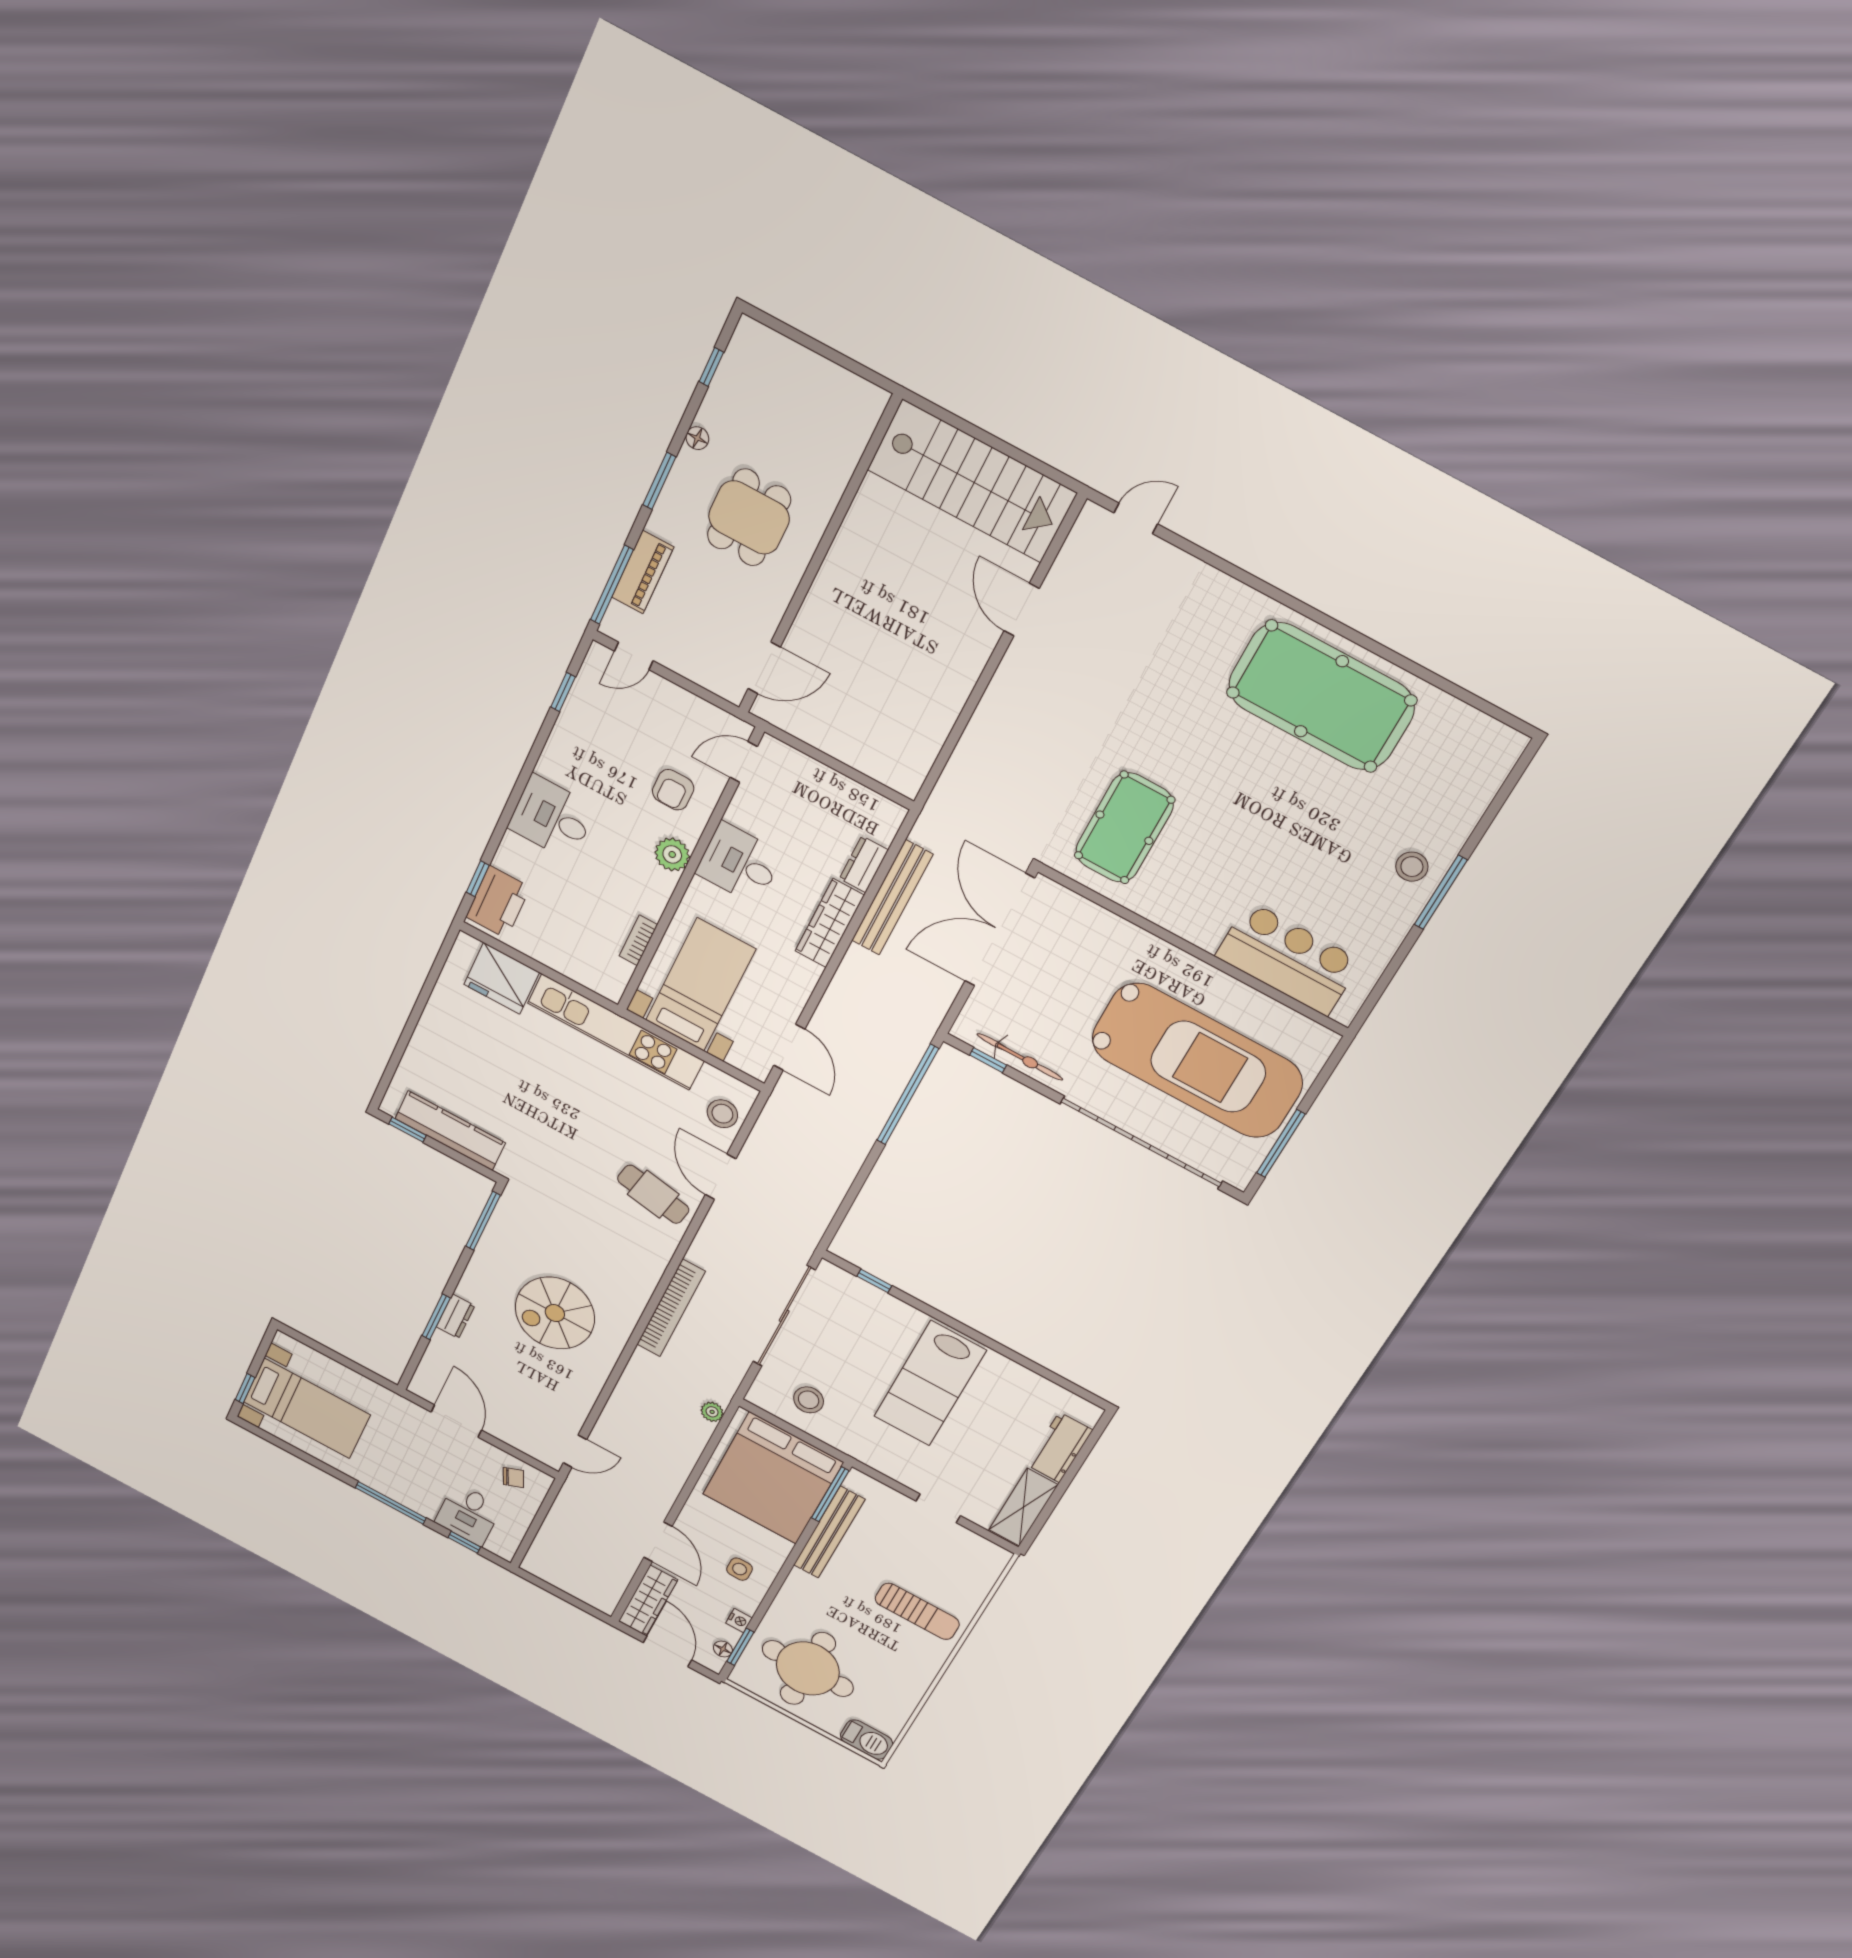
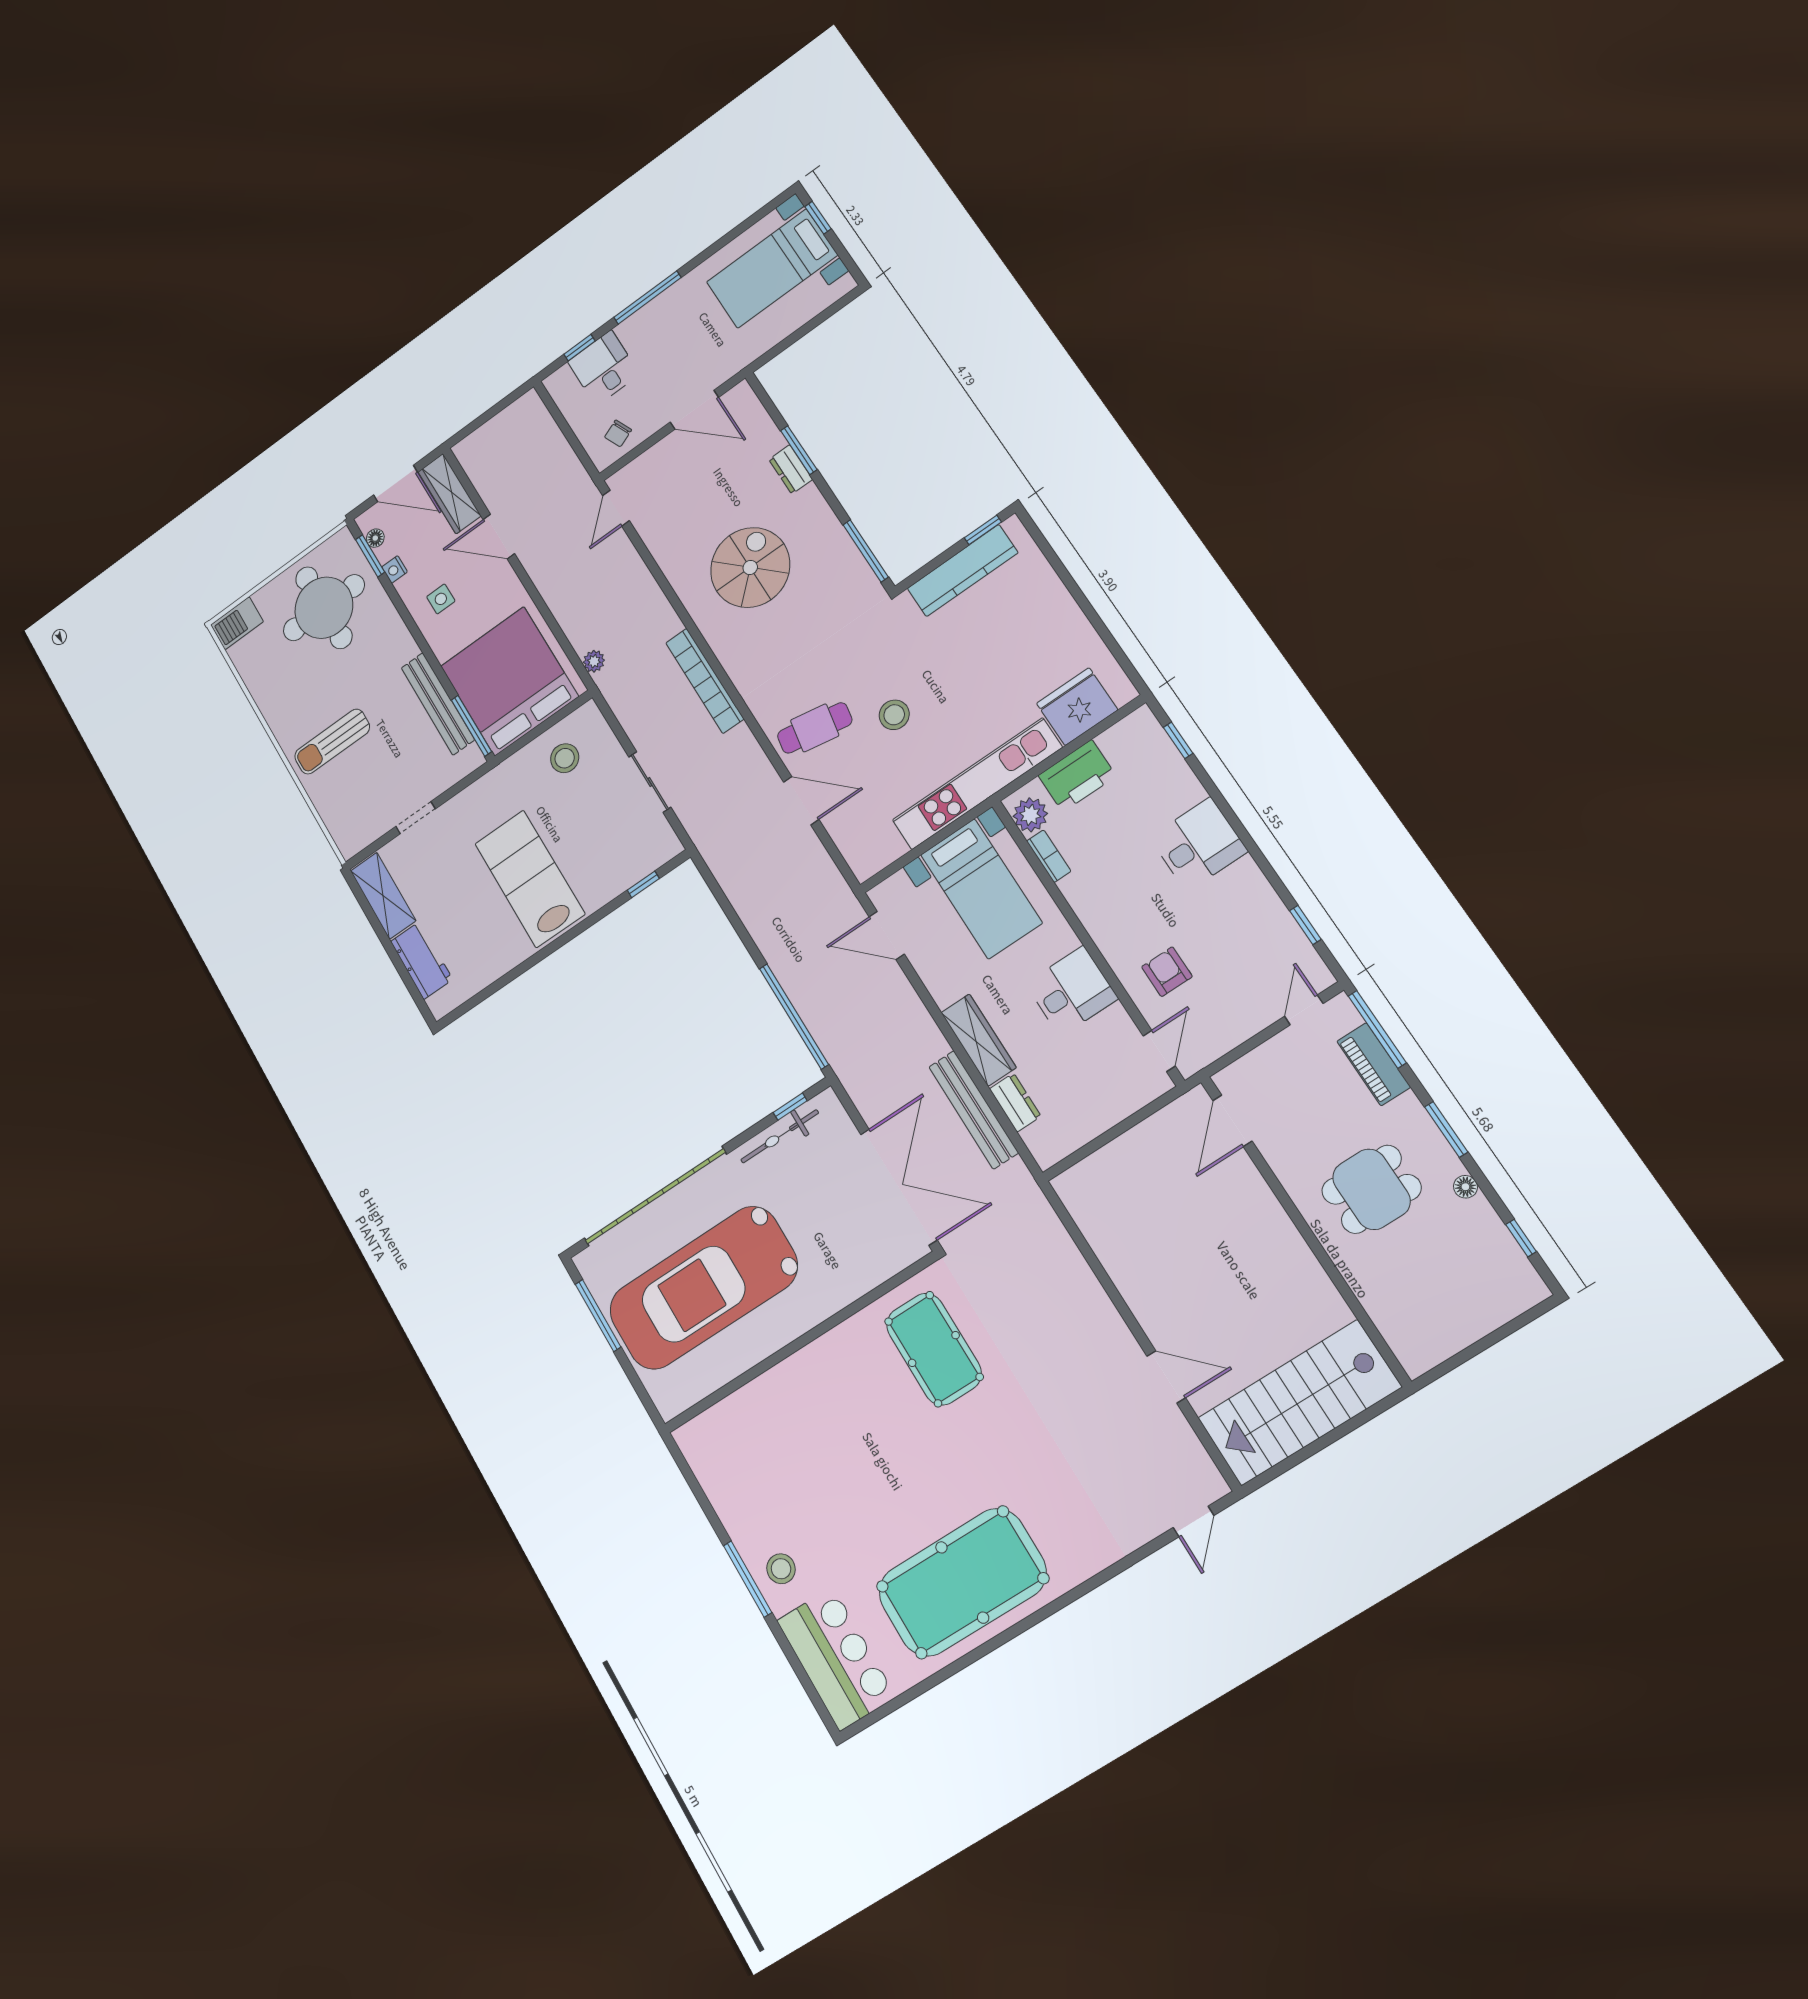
dining table: (749, 517) -> (1371, 1189), turned 90
plant: (672, 854) -> (1030, 815), moved
printer: (498, 902) -> (1077, 776), moved, turned -90
bar counter: (1288, 959) -> (836, 1658), moved, turned -90
stool: (722, 1114) -> (894, 715), moved
sliding door: (784, 1316) -> (650, 782), width x0.54

